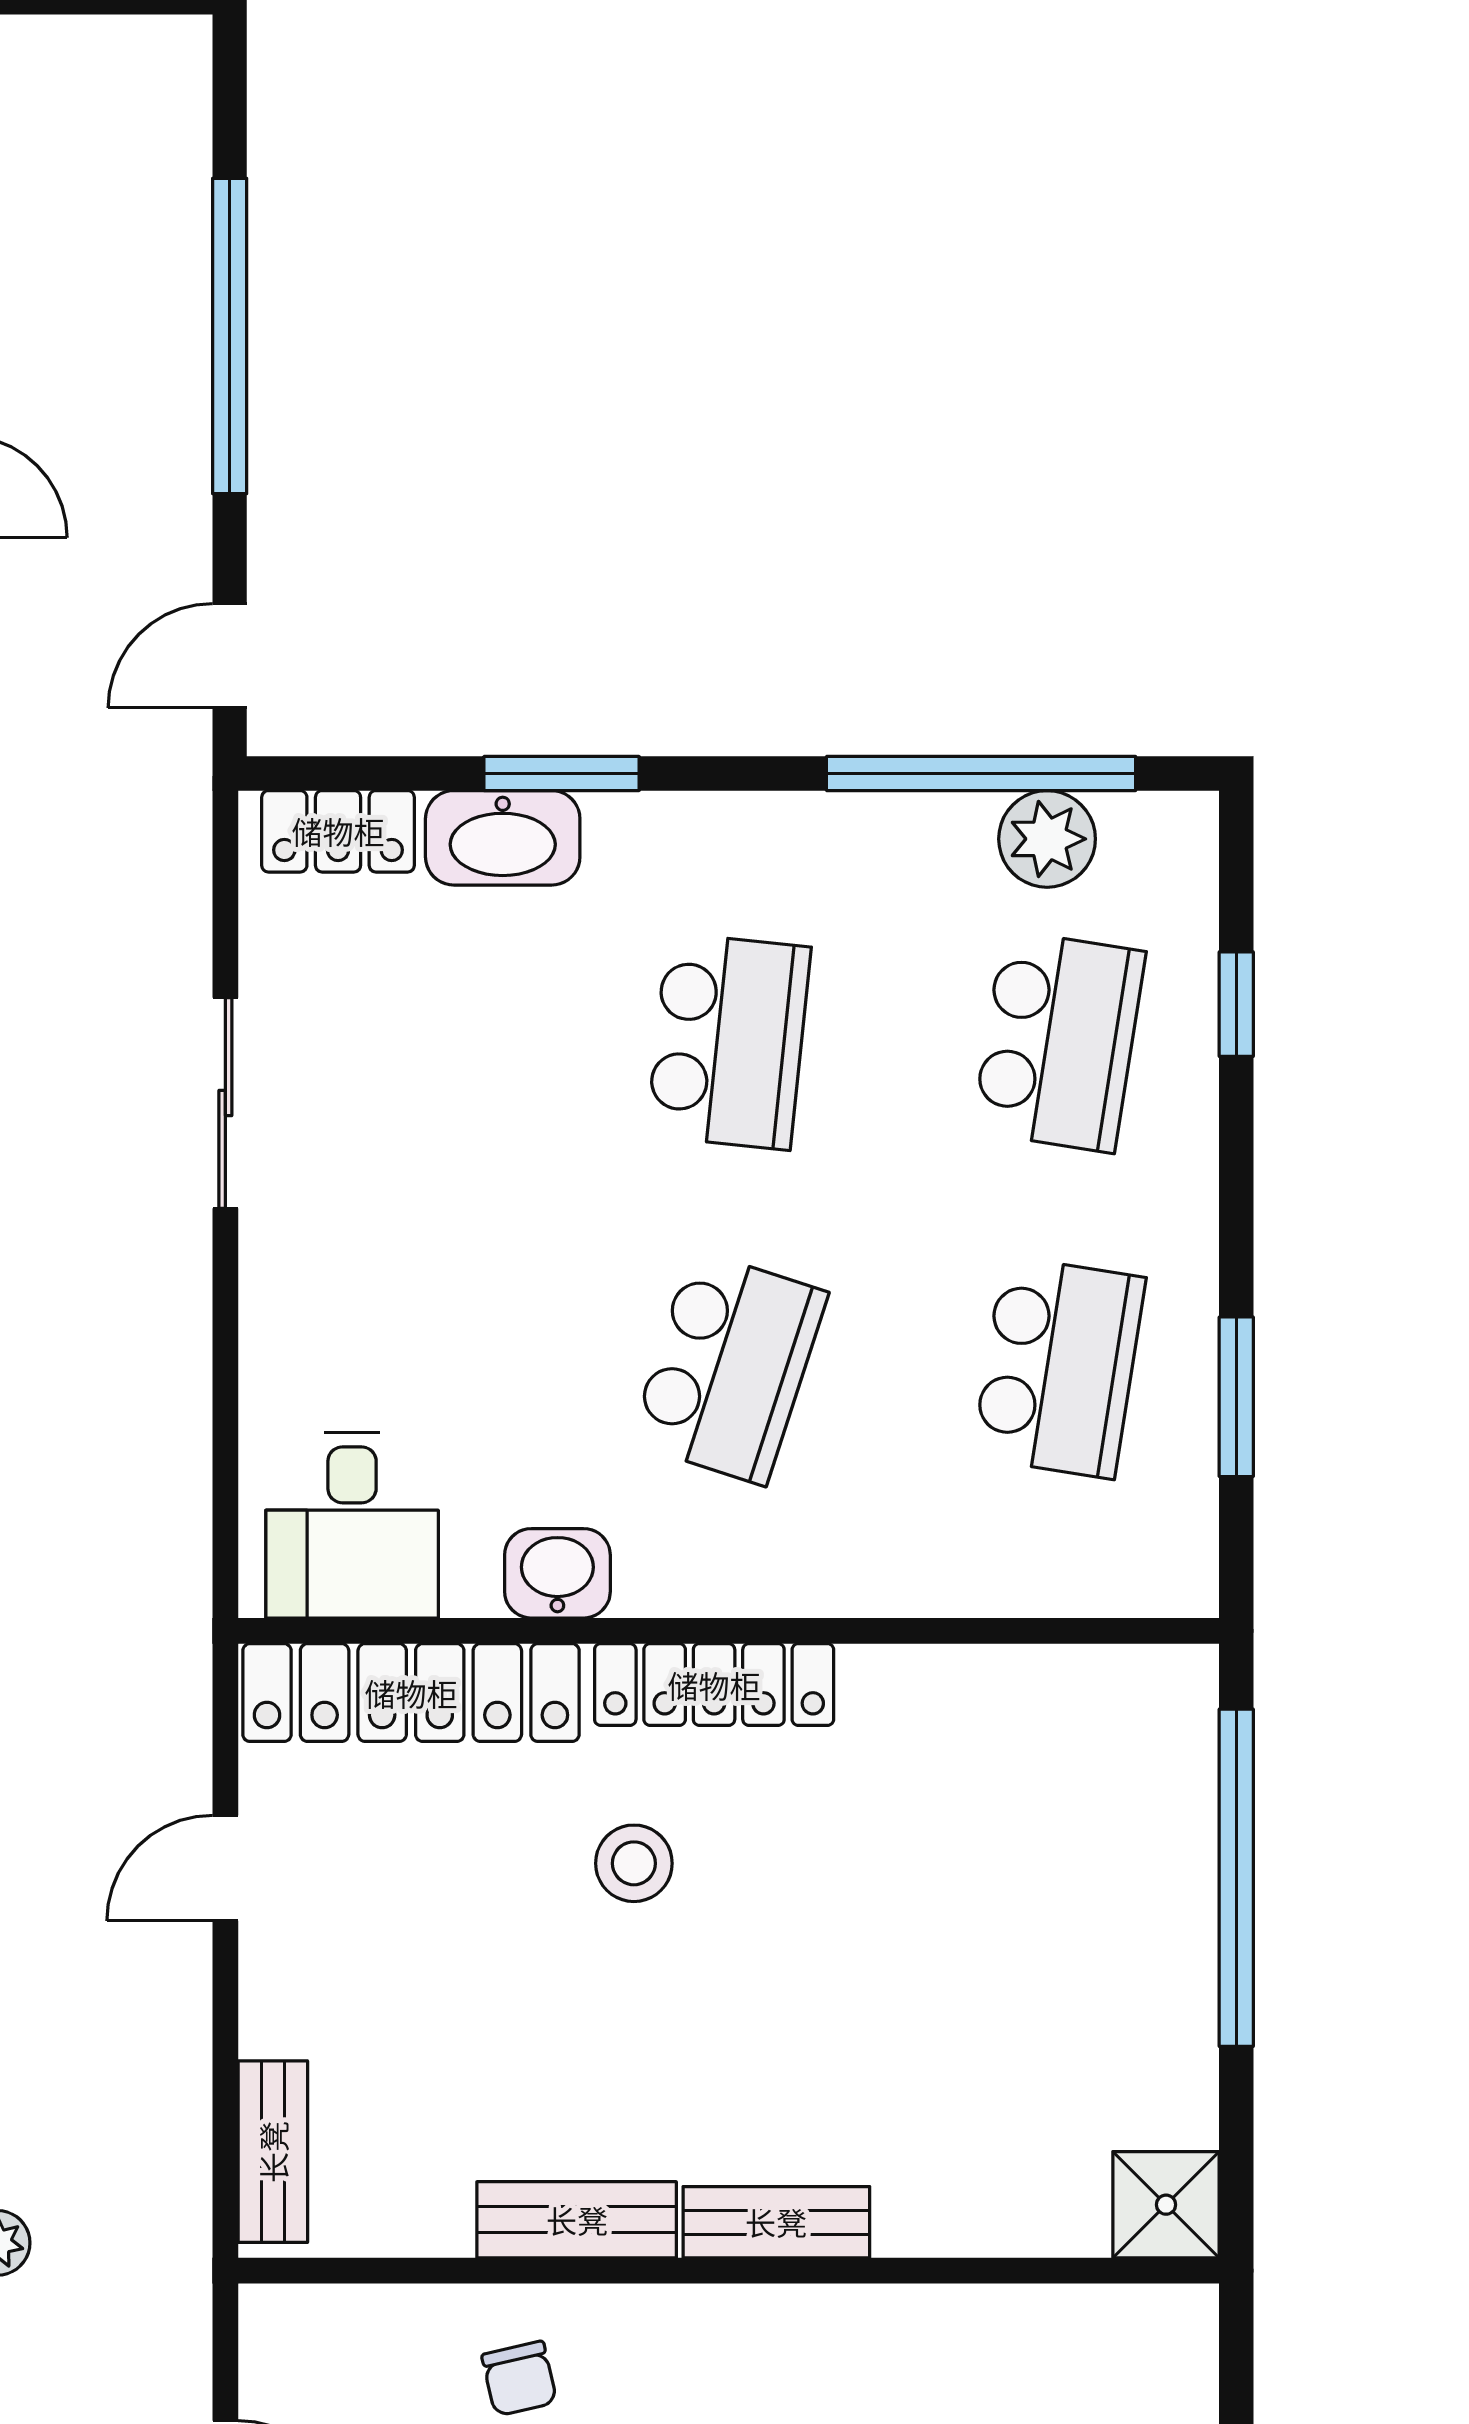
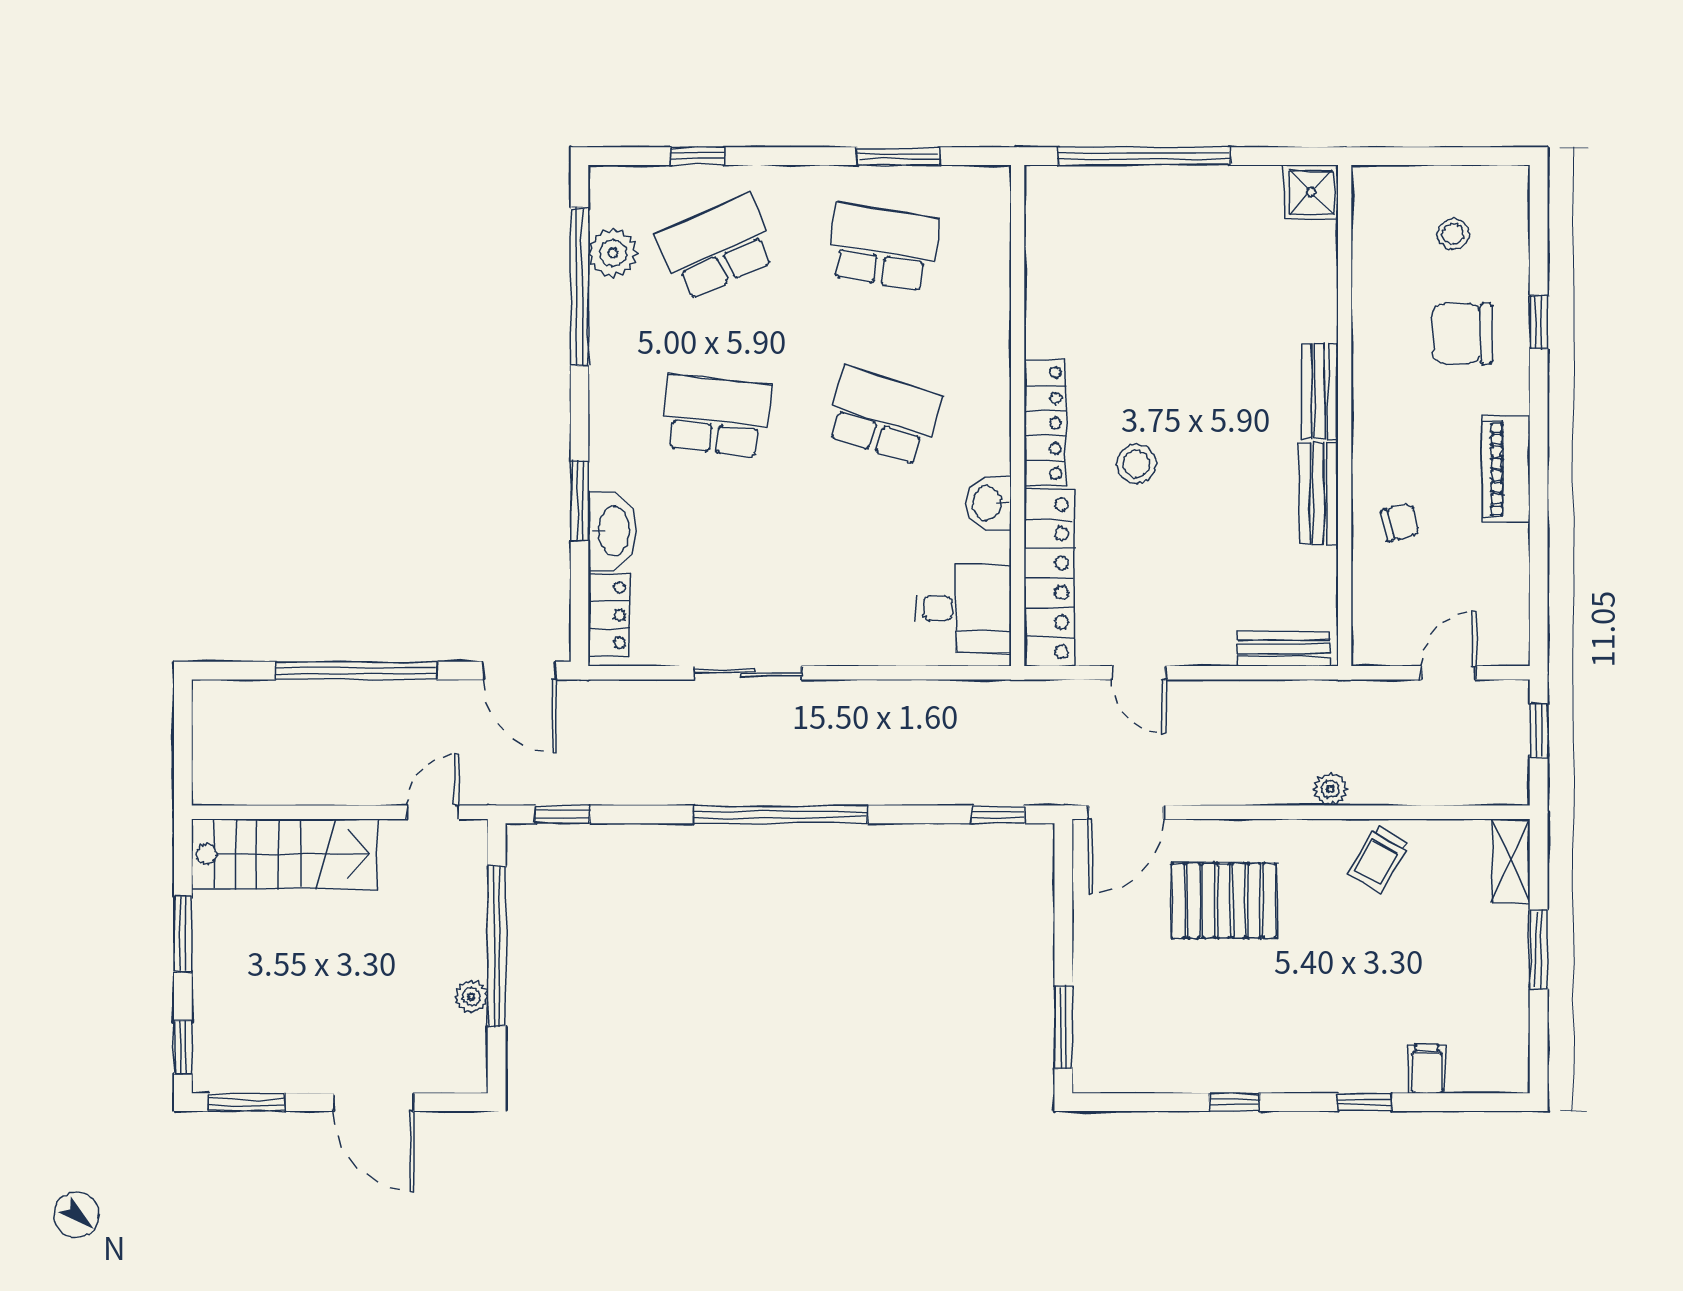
door: (230, 656) -> (519, 671), width x1.38
school desk: (1059, 1041) -> (716, 247), turned -33

